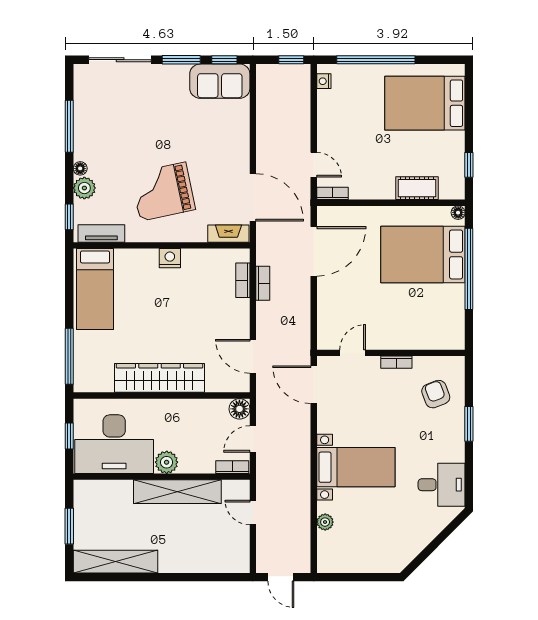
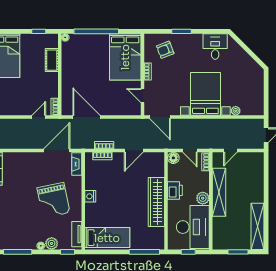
bed: (423, 254) -> (125, 57), moved
door: (253, 356) -> (134, 151), moved
door: (314, 385) -> (160, 117), hinge flipped
printer: (180, 412) -> (175, 190), added
bed with nightstands: (356, 467) -> (205, 94), width x1.36

